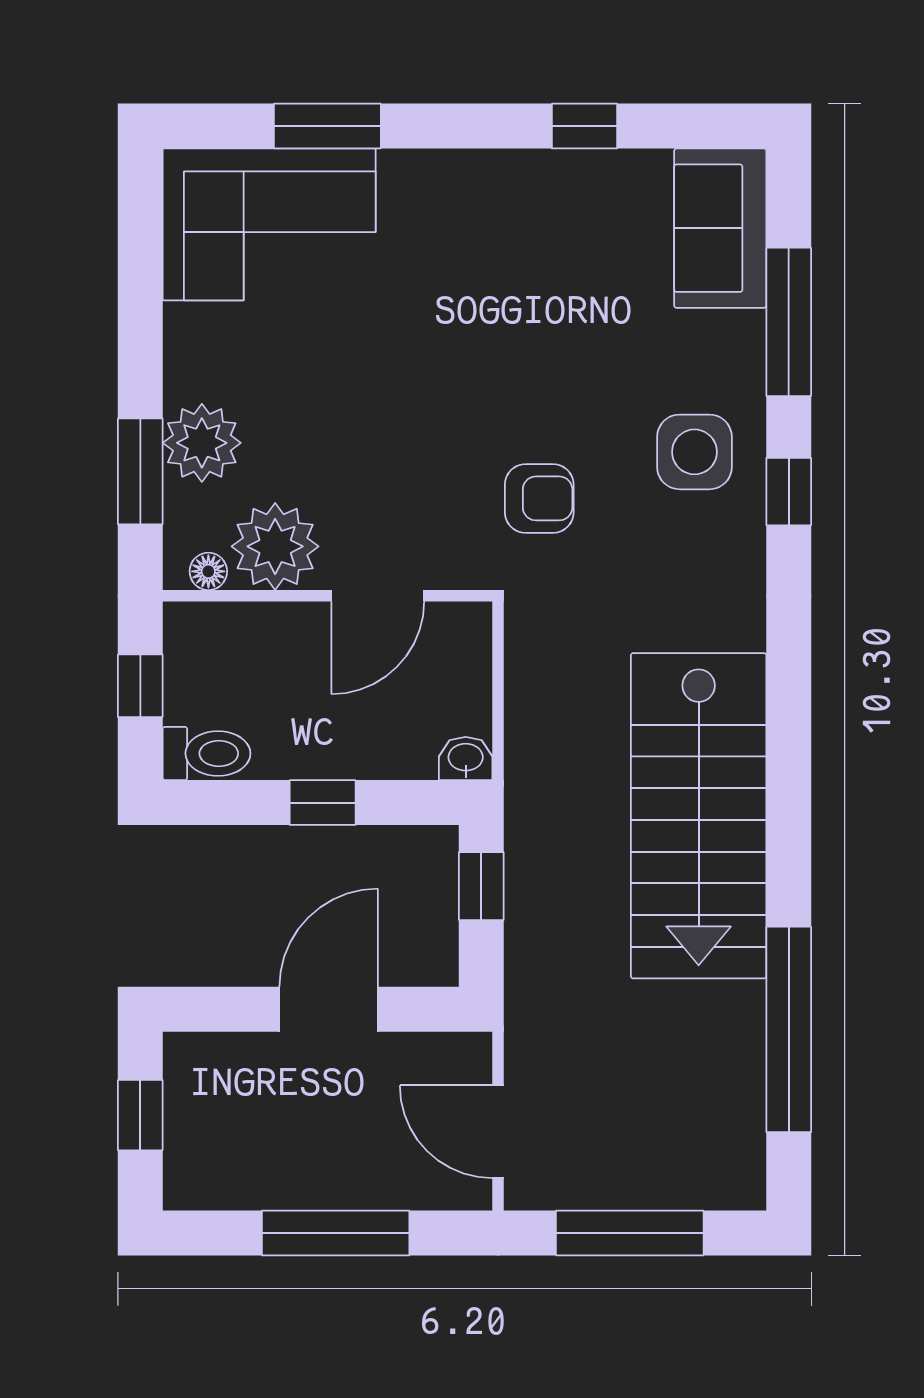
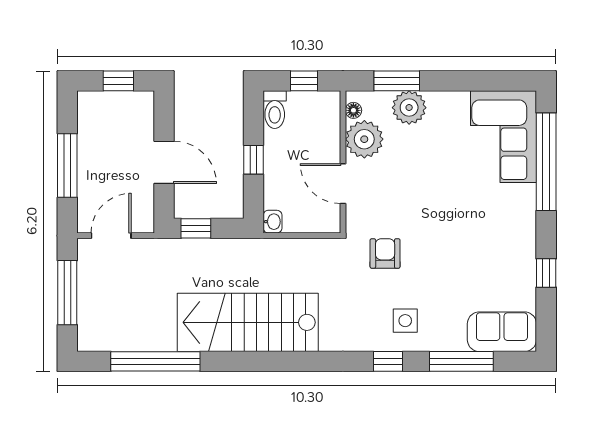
window: (327, 126) -> (546, 162), width x2.11
side table: (694, 452) -> (405, 321), width x0.73, depth x0.73
armchair: (539, 498) -> (385, 253), turned 180
window: (481, 886) -> (196, 228), moved

